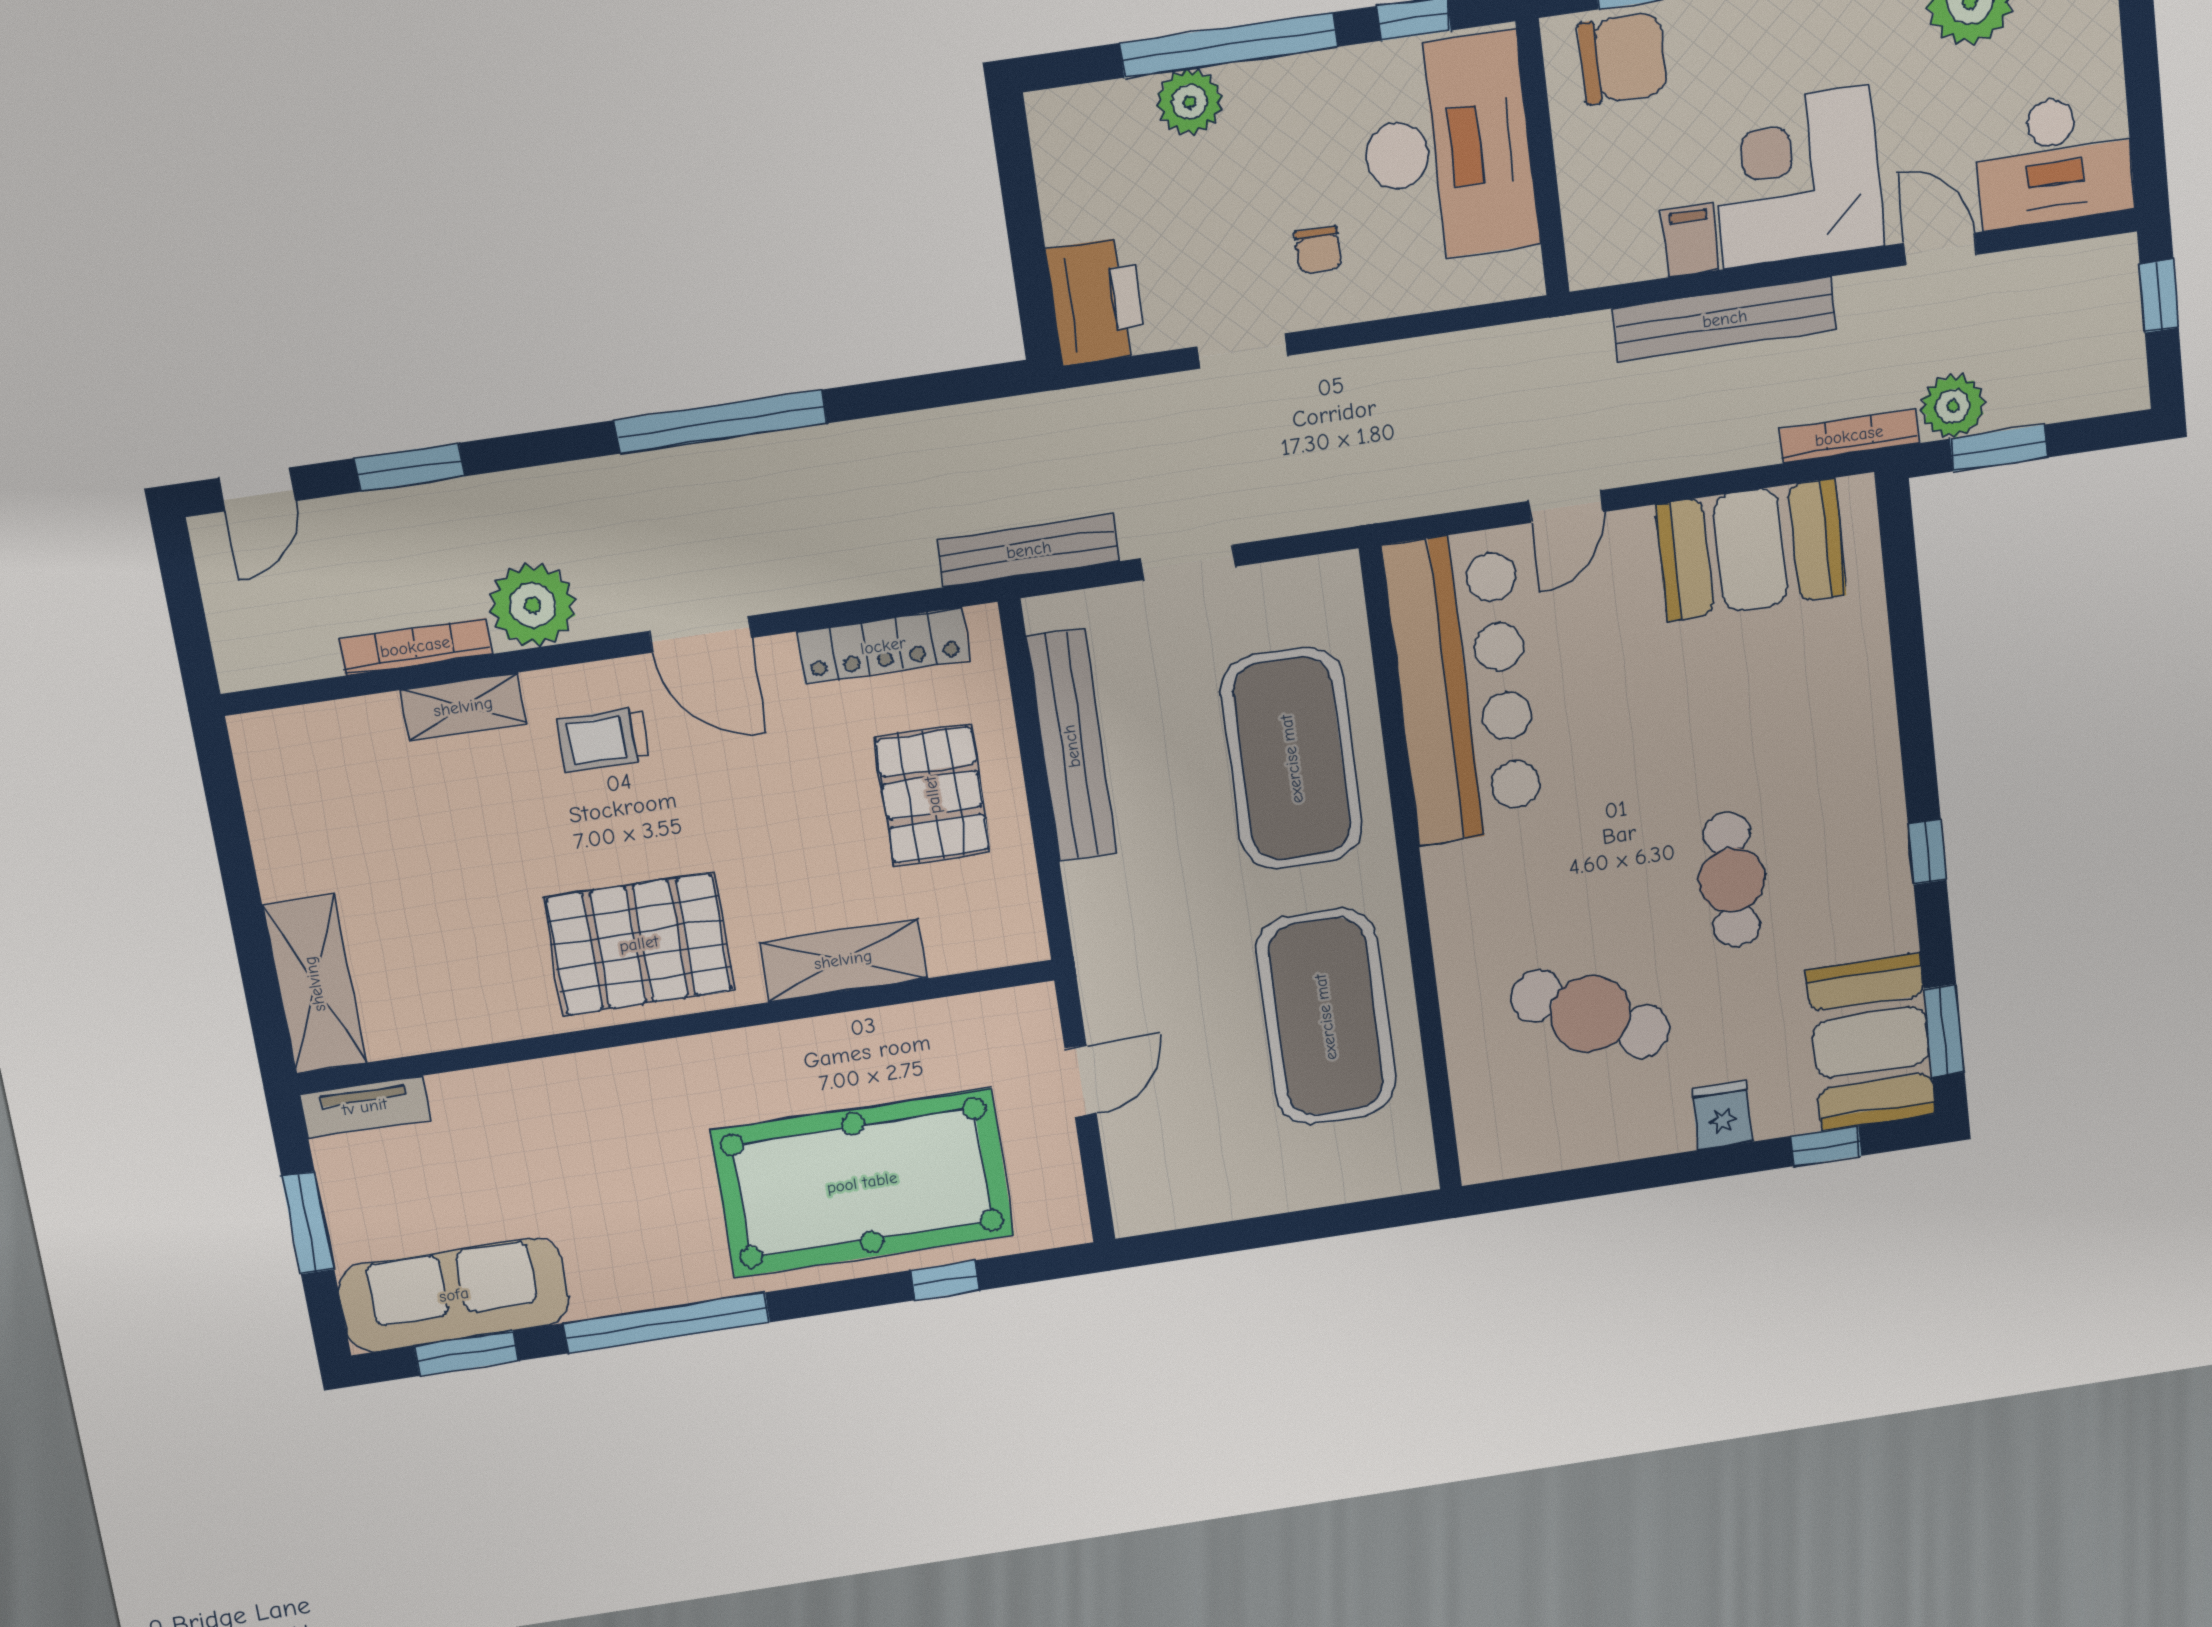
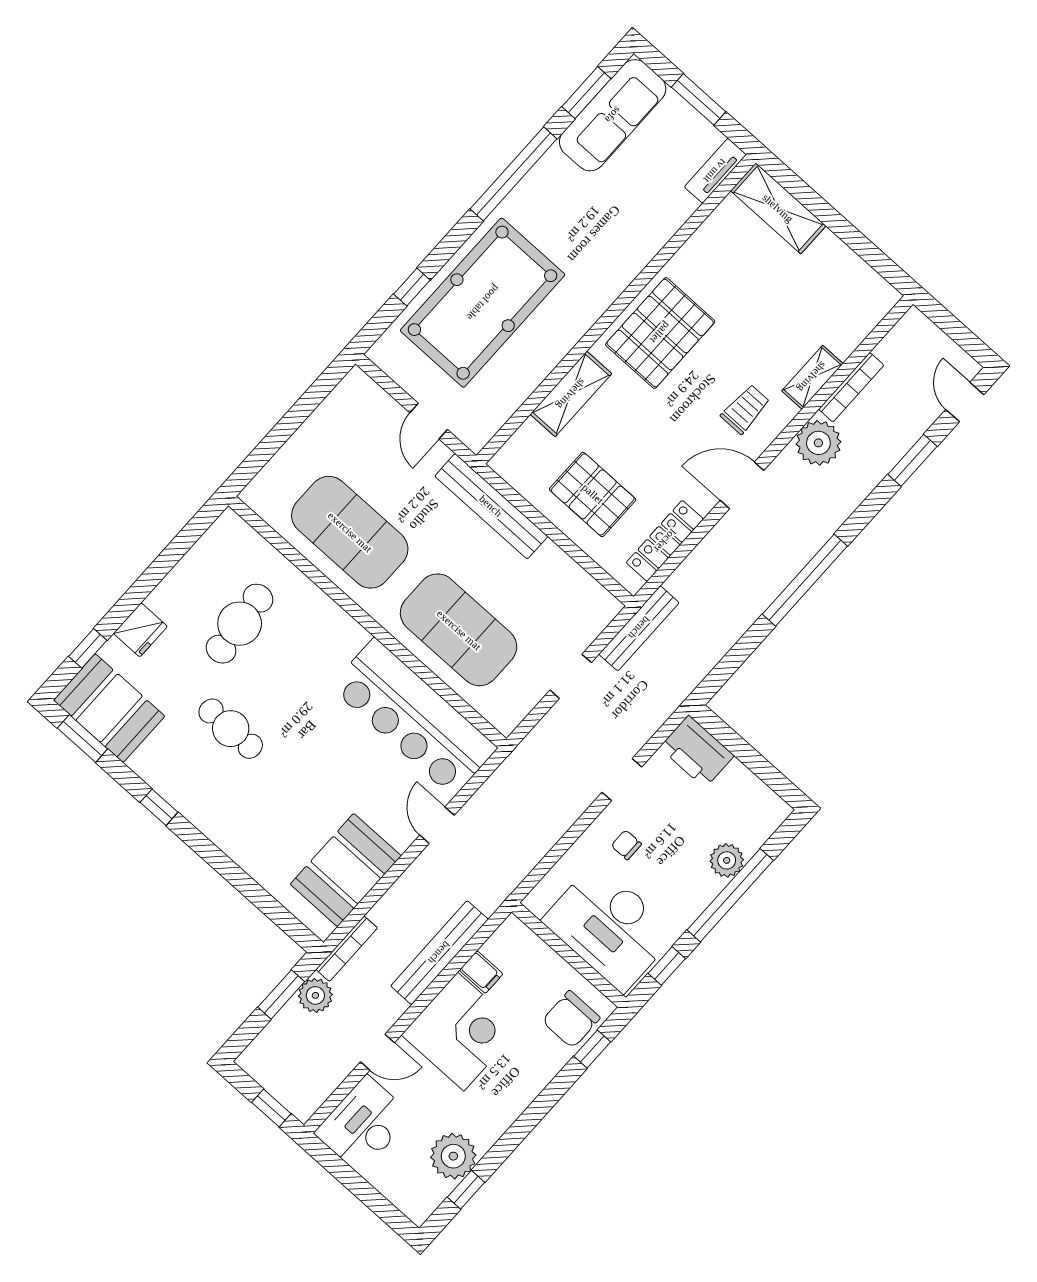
bench: (1072, 746) -> (491, 506), moved
cafe table: (1590, 1014) -> (240, 624), turned -34
fridge: (1722, 1115) -> (140, 630), width x1.38

